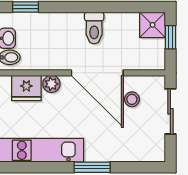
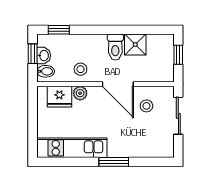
shower: (153, 25) -> (135, 44), moved
stool: (52, 55) -> (80, 69), added
door: (97, 73) -> (118, 84), width x0.73

